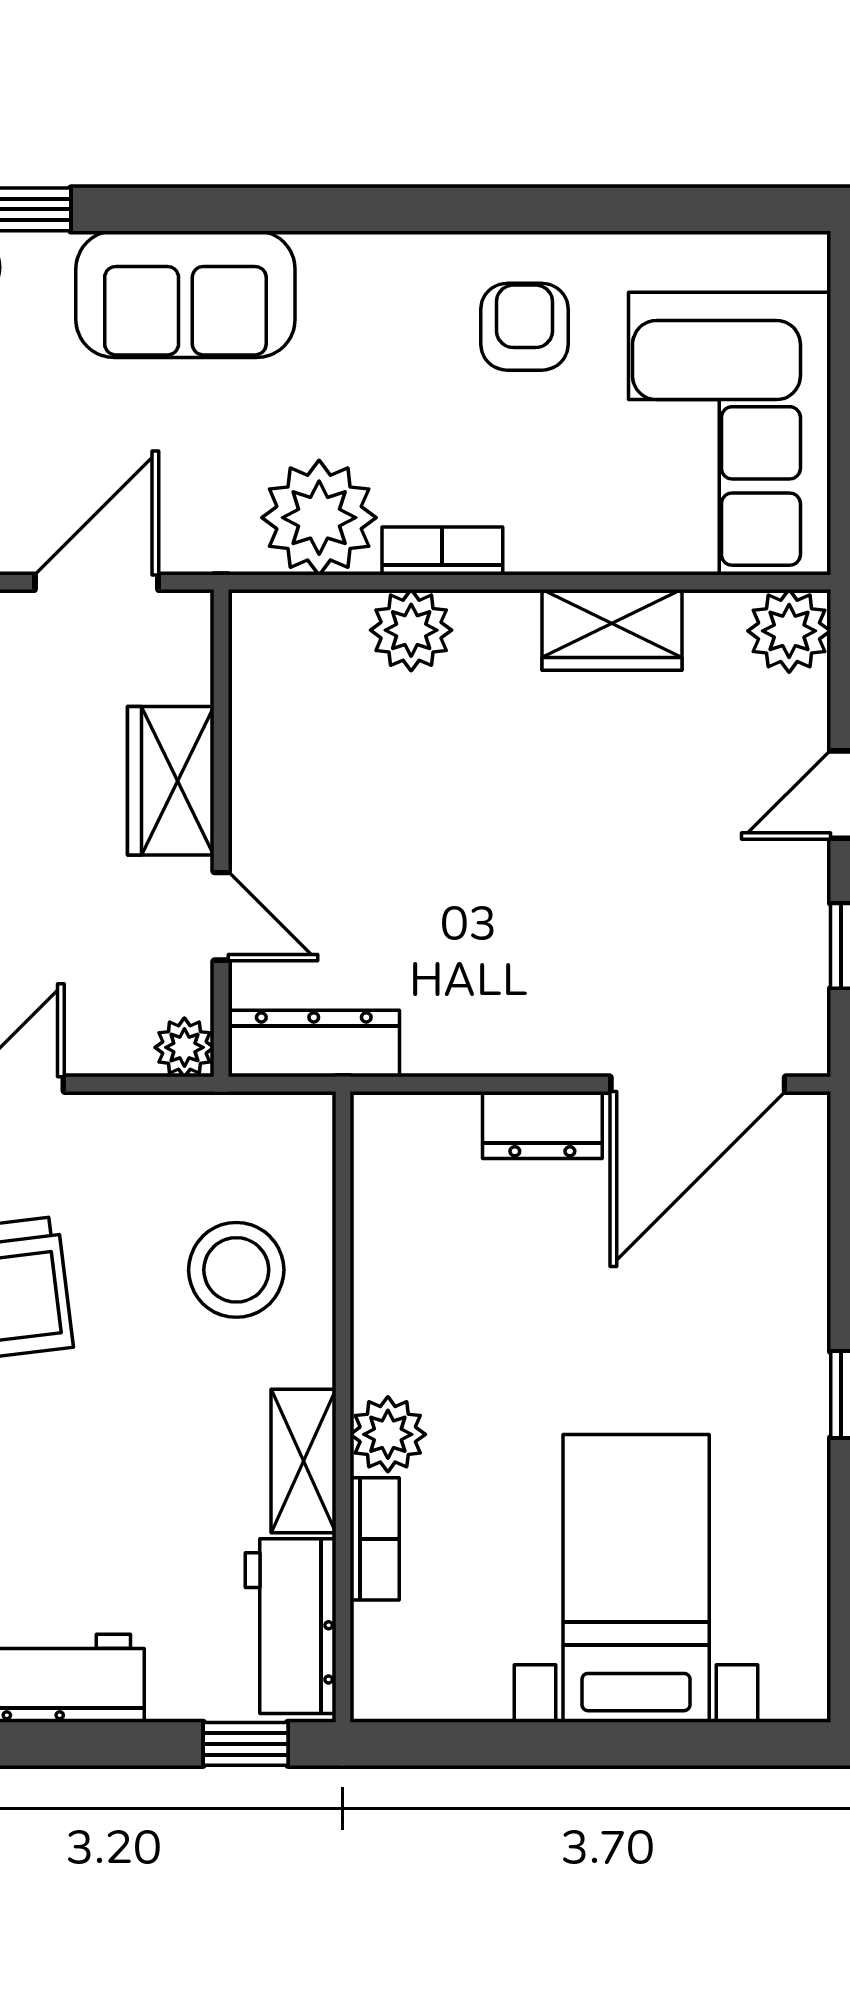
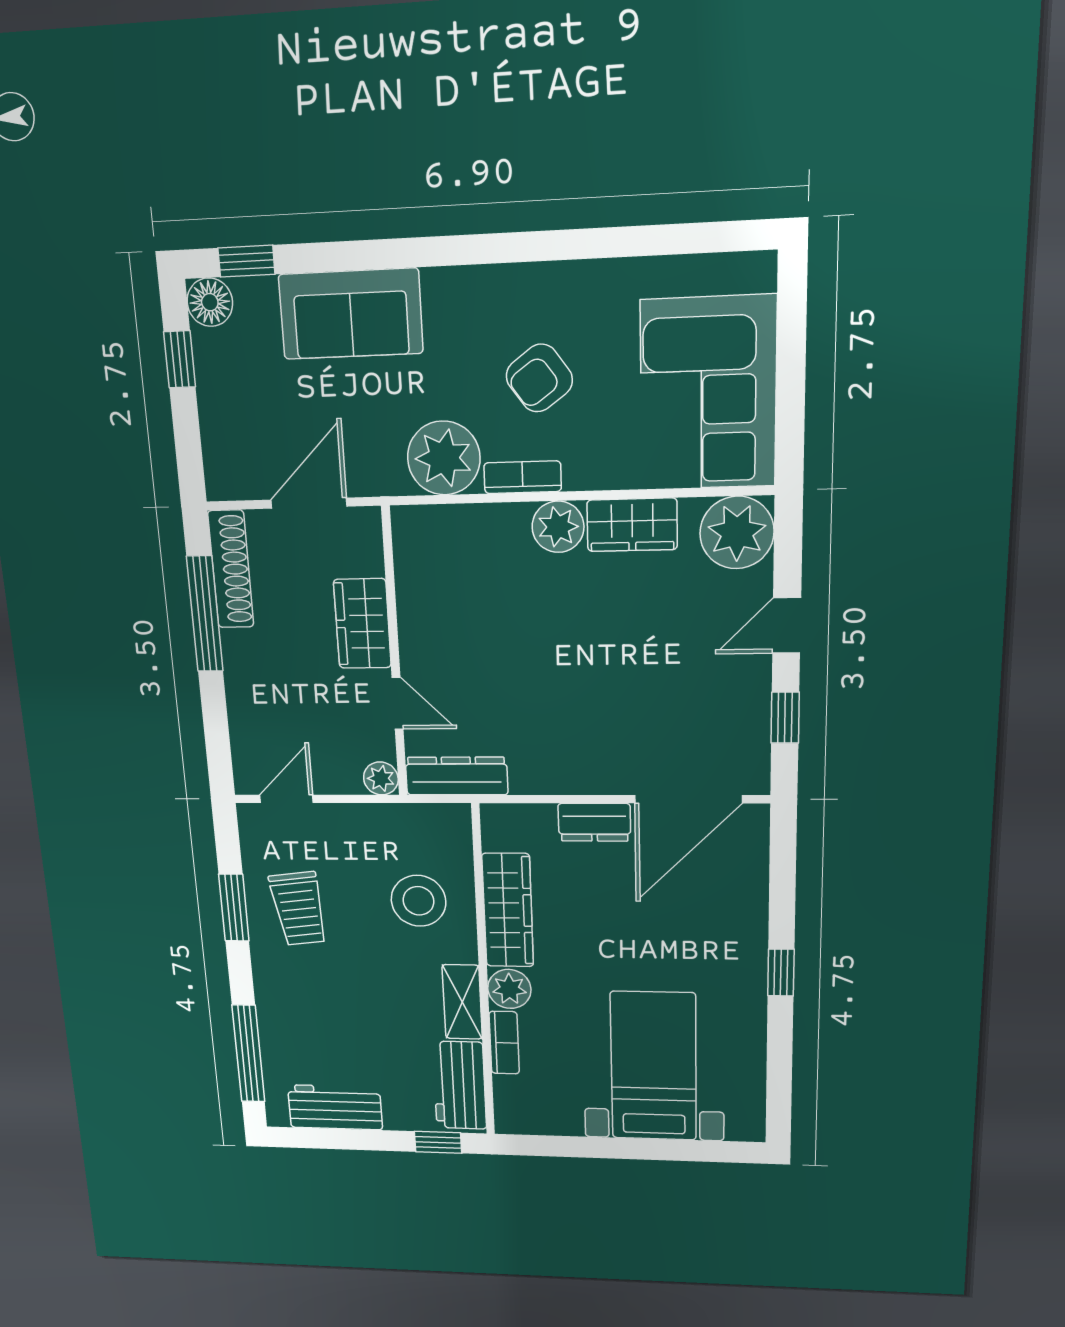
armchair: (525, 327) -> (539, 378), moved, turned -126
plant: (411, 630) -> (558, 527), moved
plant: (789, 631) -> (737, 533), width x1.36, depth x1.36
wardrobe: (391, 1286) -> (508, 910), added

